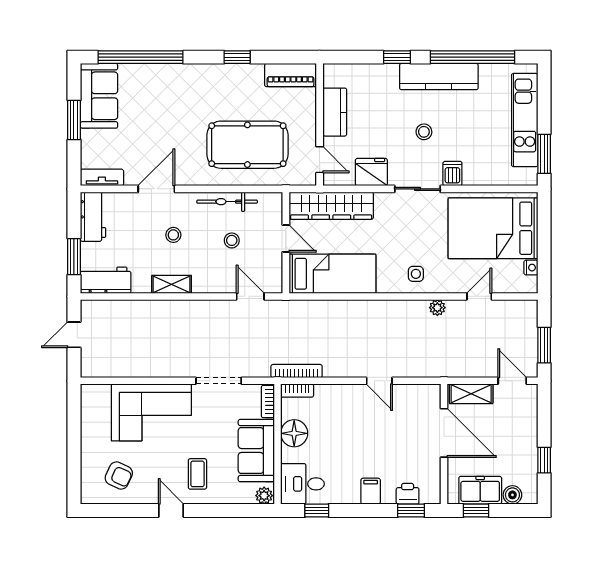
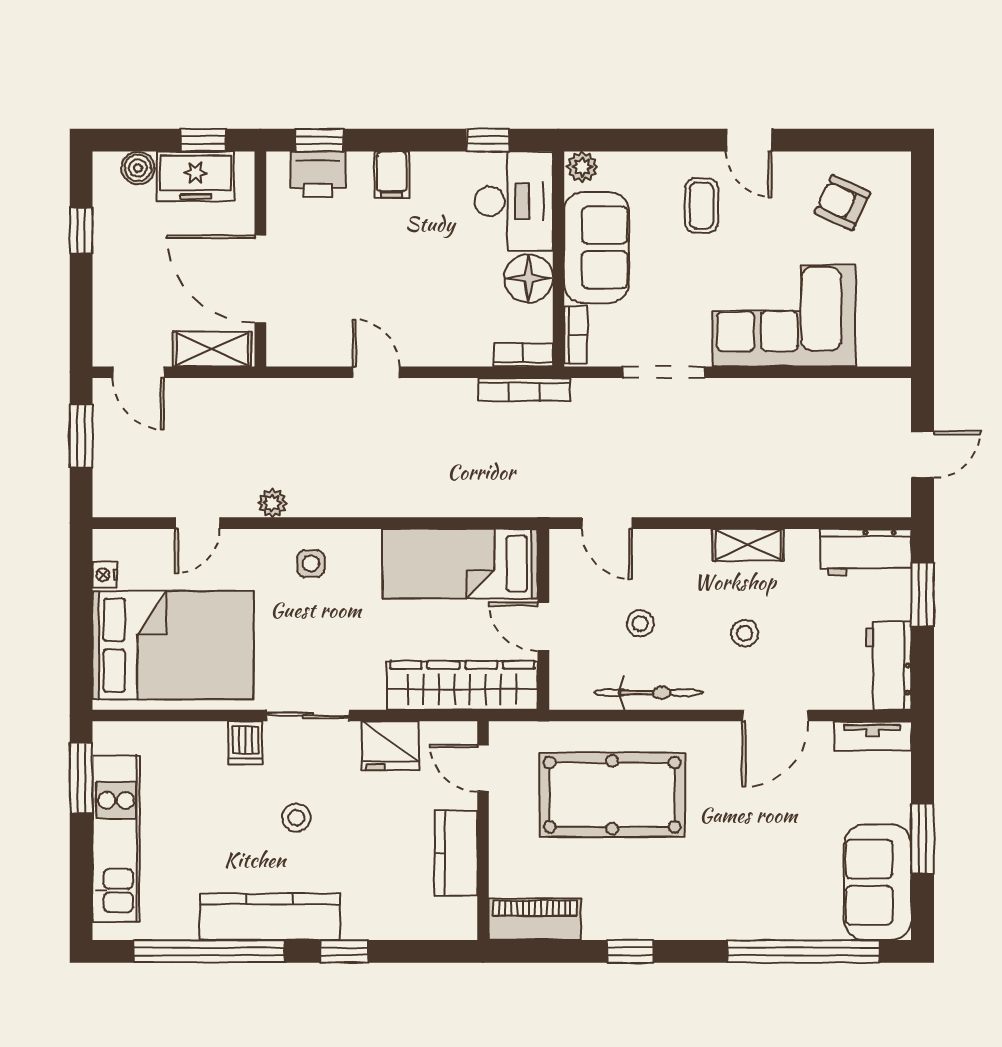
desk: (302, 484) -> (514, 201), width x1.37
printer: (408, 494) -> (318, 174), width x1.36, depth x1.24

